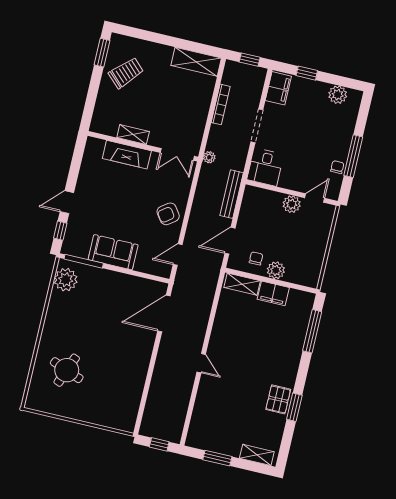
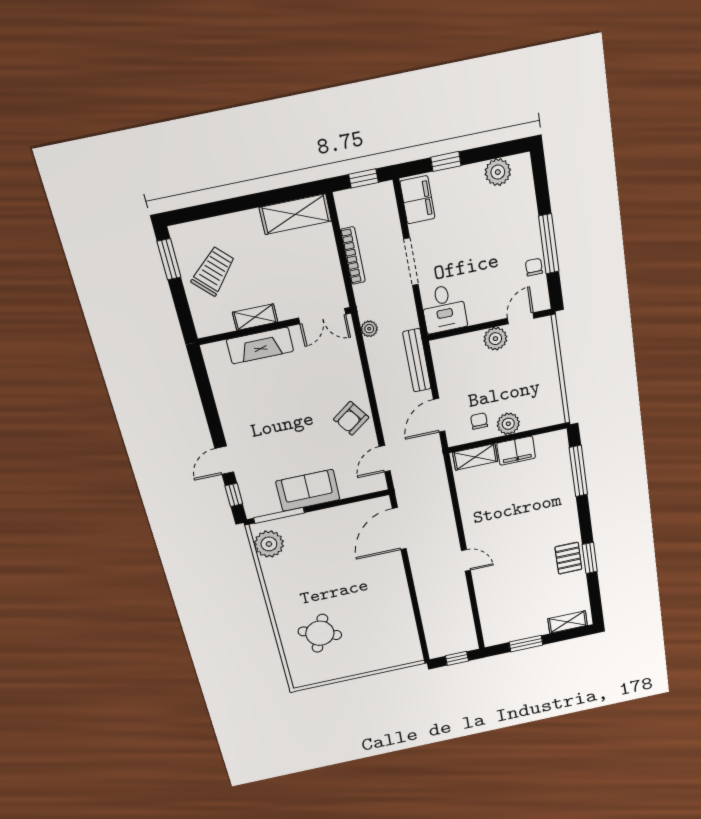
shelving: (133, 135) -> (255, 317), moved
wall: (143, 146) -> (275, 326), moved
double door: (177, 154) -> (322, 316), moved
fireplace: (127, 155) -> (260, 346), moved

